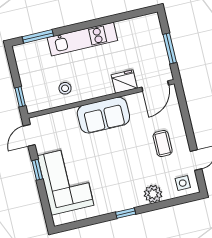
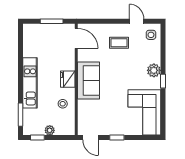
plant: (26, 79) -> (50, 130), added
fridge: (124, 82) -> (68, 79), moved
window: (20, 97) -> (37, 138), moved
corner sofa: (66, 181) -> (144, 112), moved, turned -90
plant: (153, 194) -> (154, 70), moved

